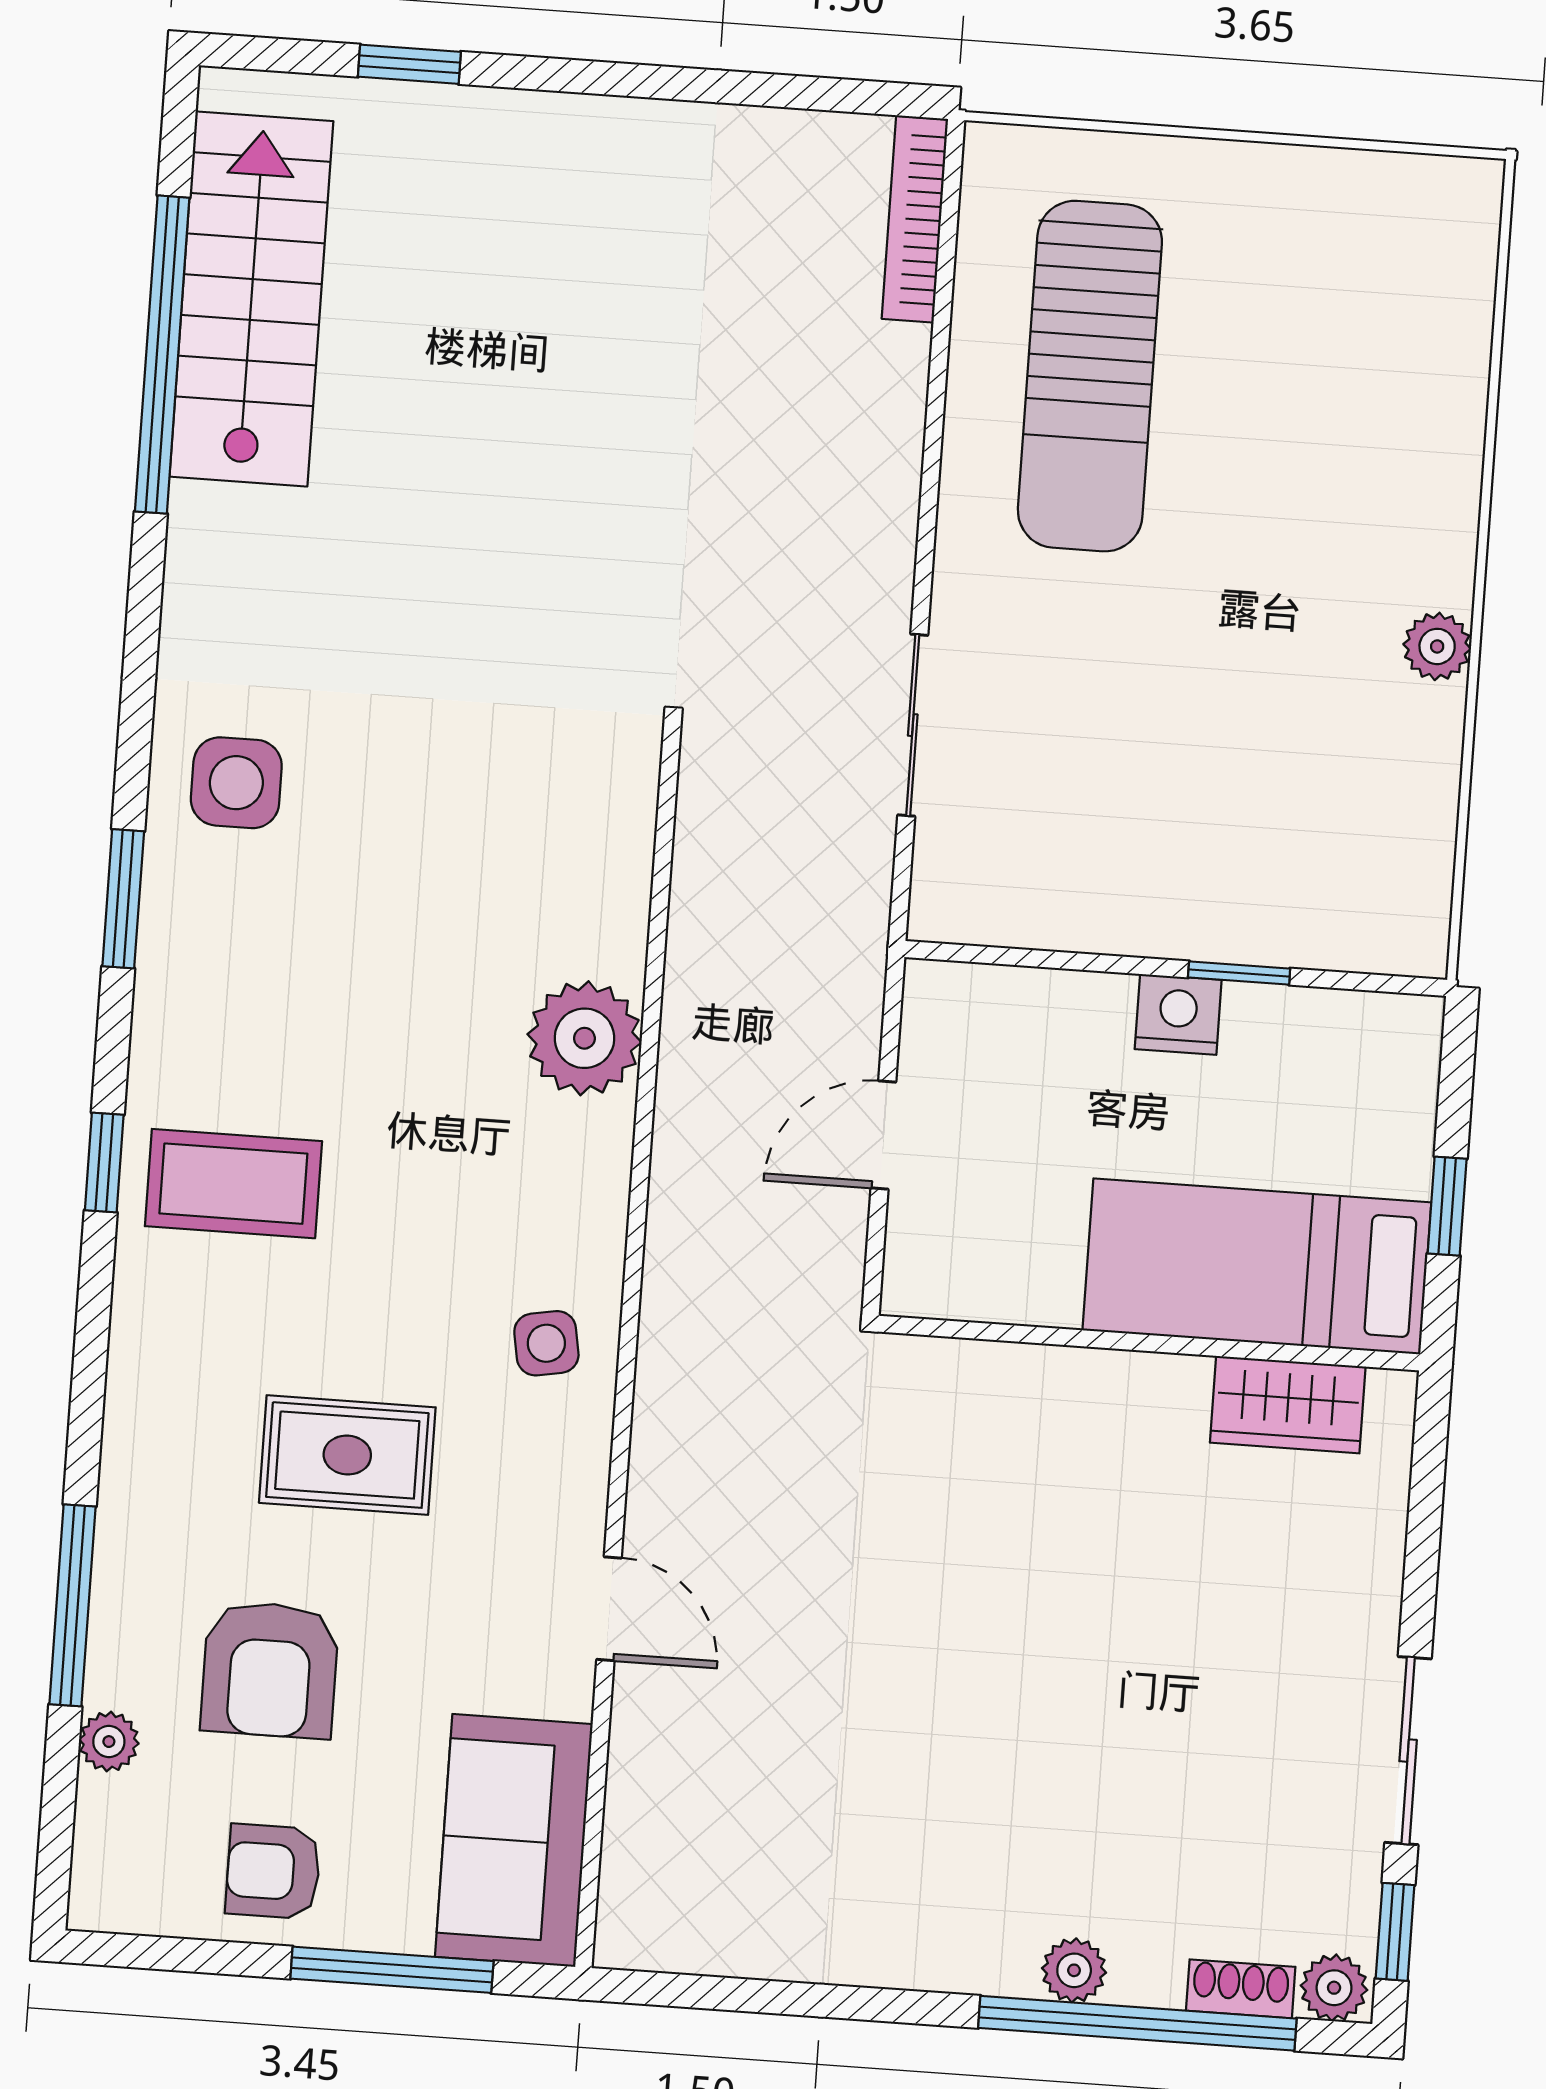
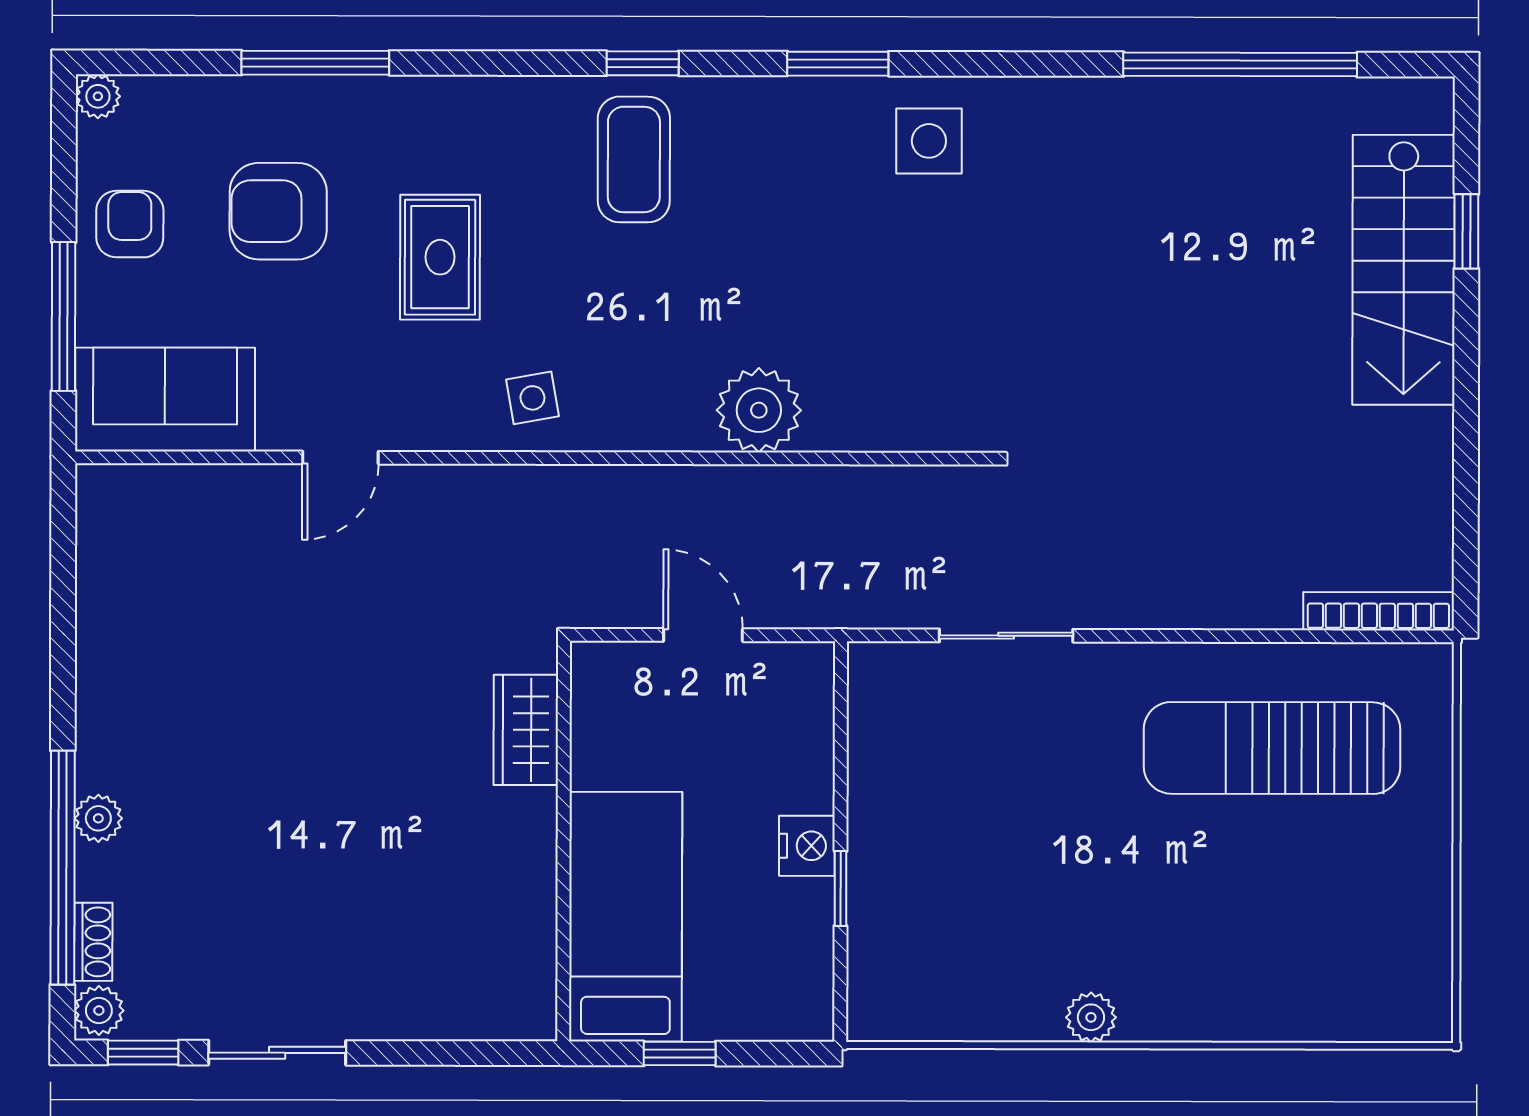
stairs: (251, 299) -> (1404, 270), moved, turned 90
wardrobe: (1288, 1405) -> (526, 730), moved
plant: (109, 1742) -> (98, 96), moved

